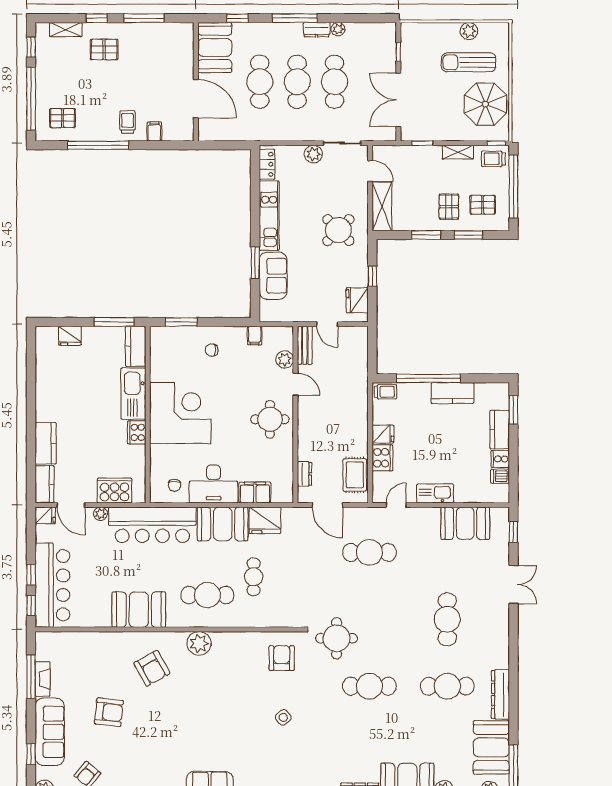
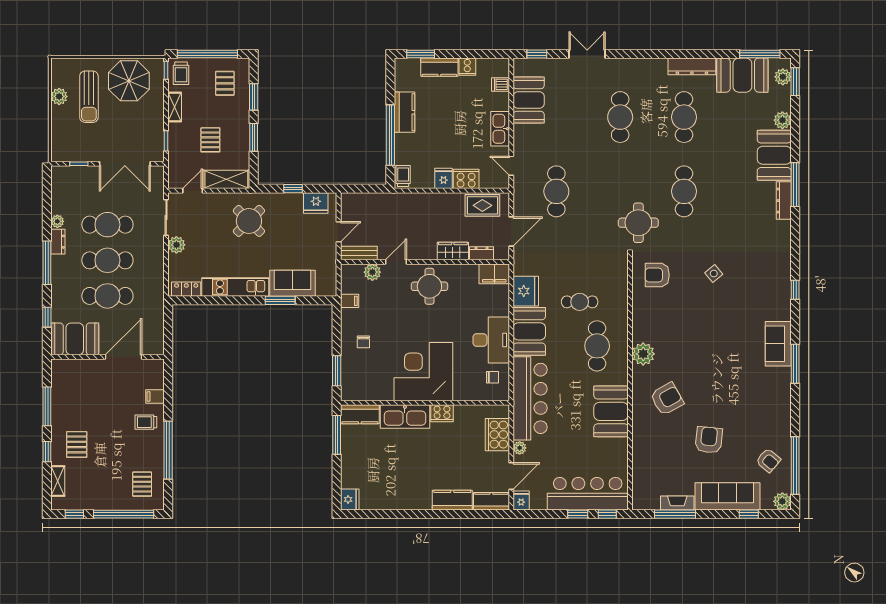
pallet: (449, 207) -> (210, 140), moved, turned 90
fridge: (70, 336) -> (350, 499), moved
wardrobe: (307, 444) -> (453, 251), added
dishwasher: (500, 476) -> (500, 84), moved, turned 90
filing cabinet: (255, 492) -> (494, 274), moved, turned -90
cafe table: (447, 619) -> (620, 117), turned 90

